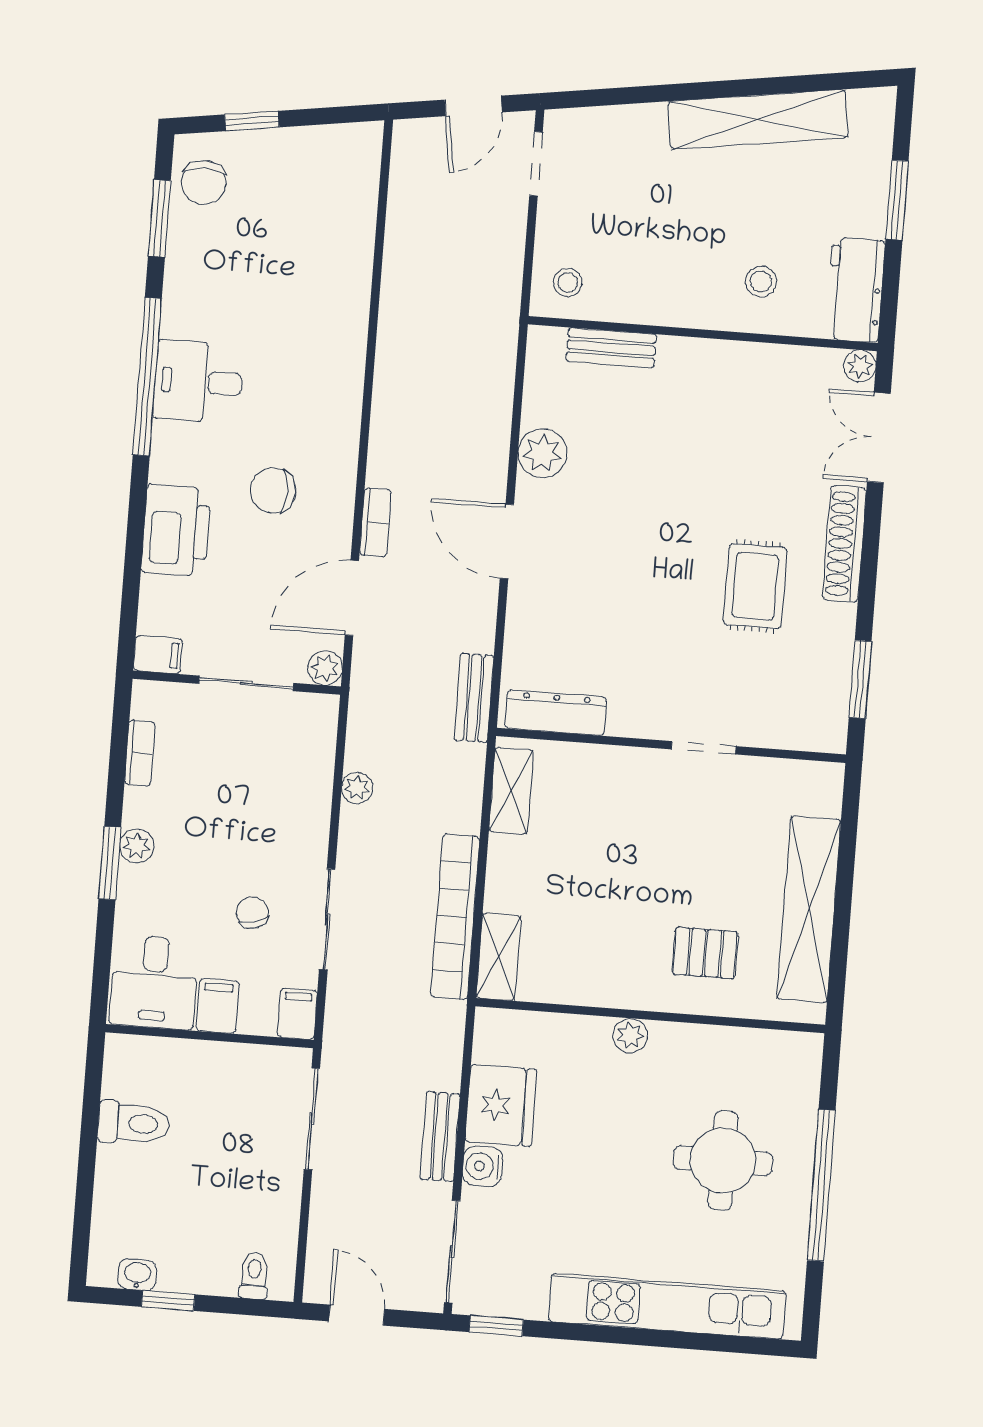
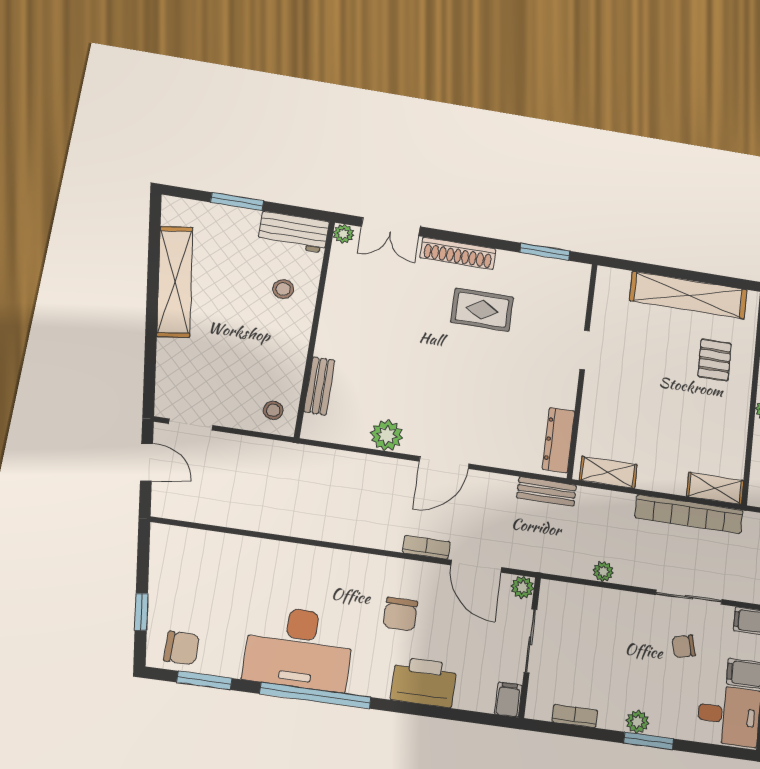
desk: (198, 382) -> (299, 648), width x1.87, depth x1.30

